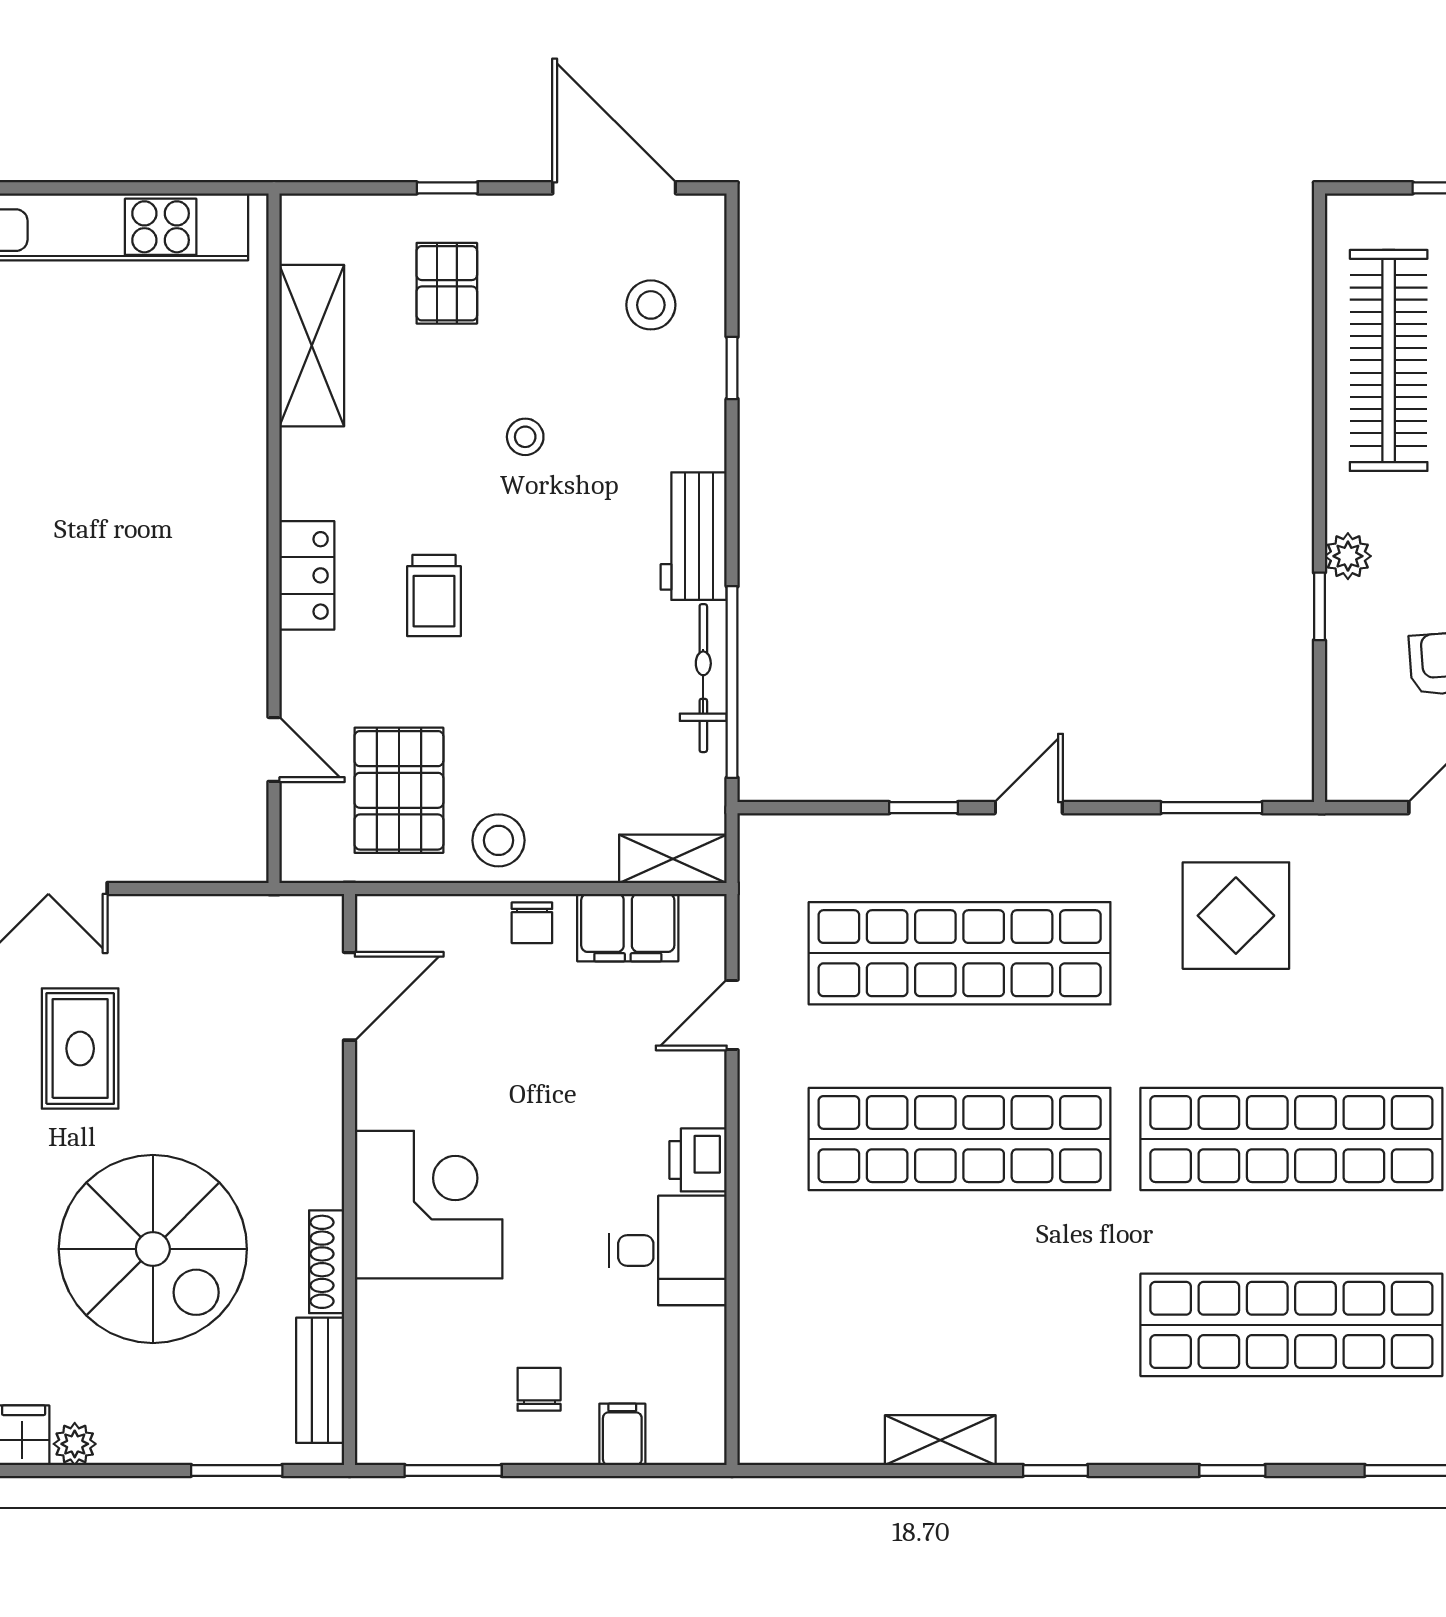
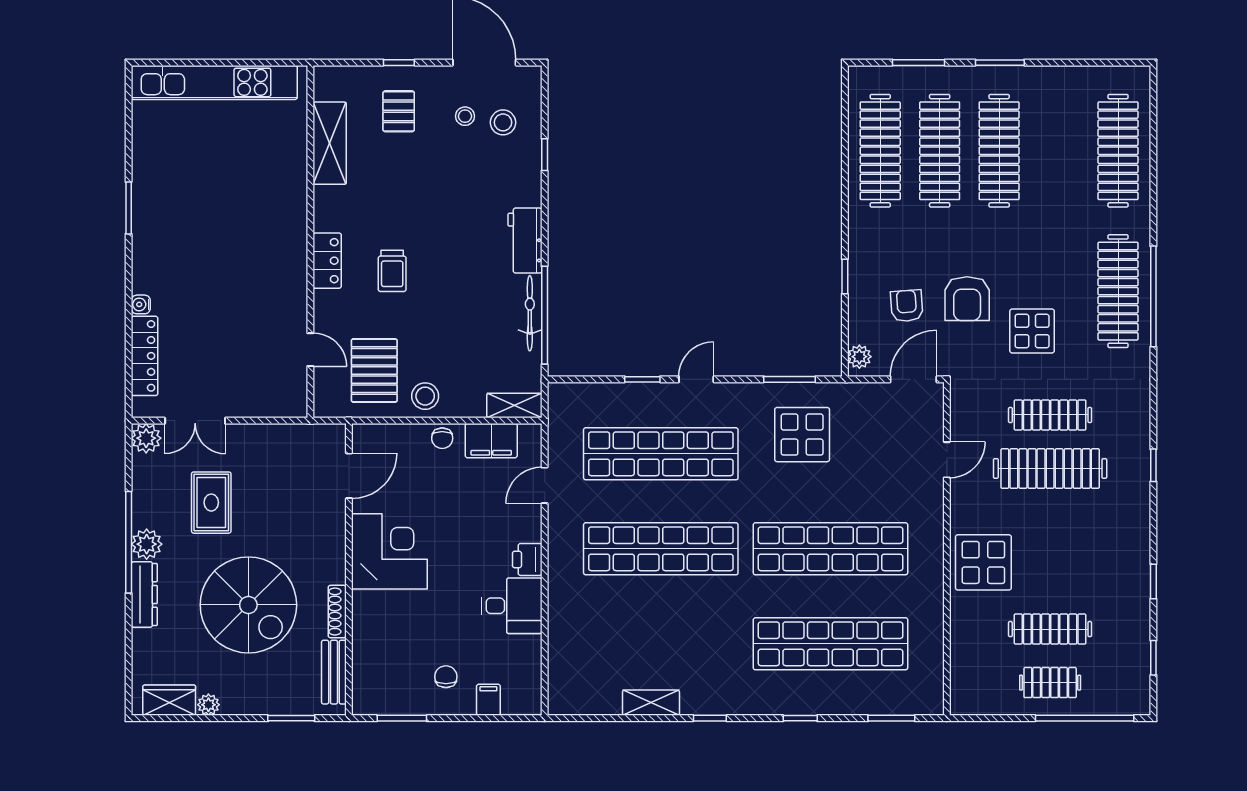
stool: (525, 437) -> (465, 116), moved
plant: (1348, 556) -> (859, 357), moved
corner desk: (429, 1205) -> (389, 551), moved

